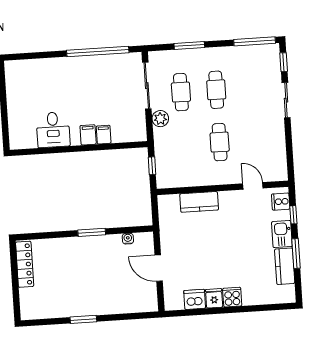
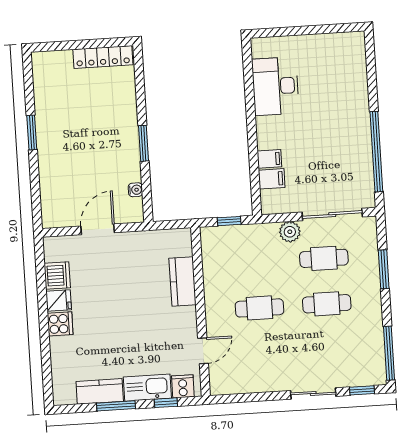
desk: (53, 130) -> (275, 86), width x1.37
filing cabinet: (88, 135) -> (272, 179), moved
kitchen sink: (282, 234) -> (147, 388), width x1.38

